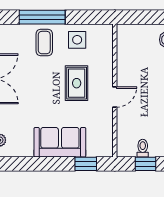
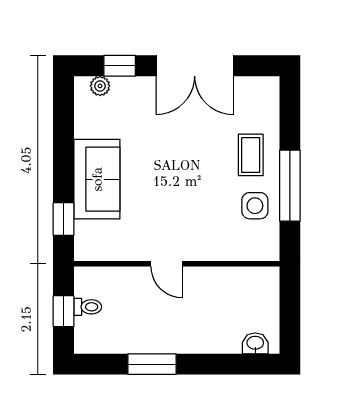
window: (42, 17) -> (290, 186), moved
coffee table: (44, 43) -> (251, 155), turned 90
rug: (77, 83) -> (188, 205), removed

